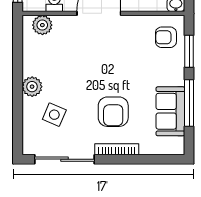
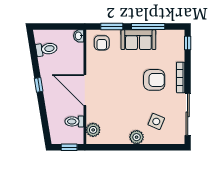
sofa: (170, 111) -> (138, 40), moved
window: (166, 159) -> (188, 43), added

